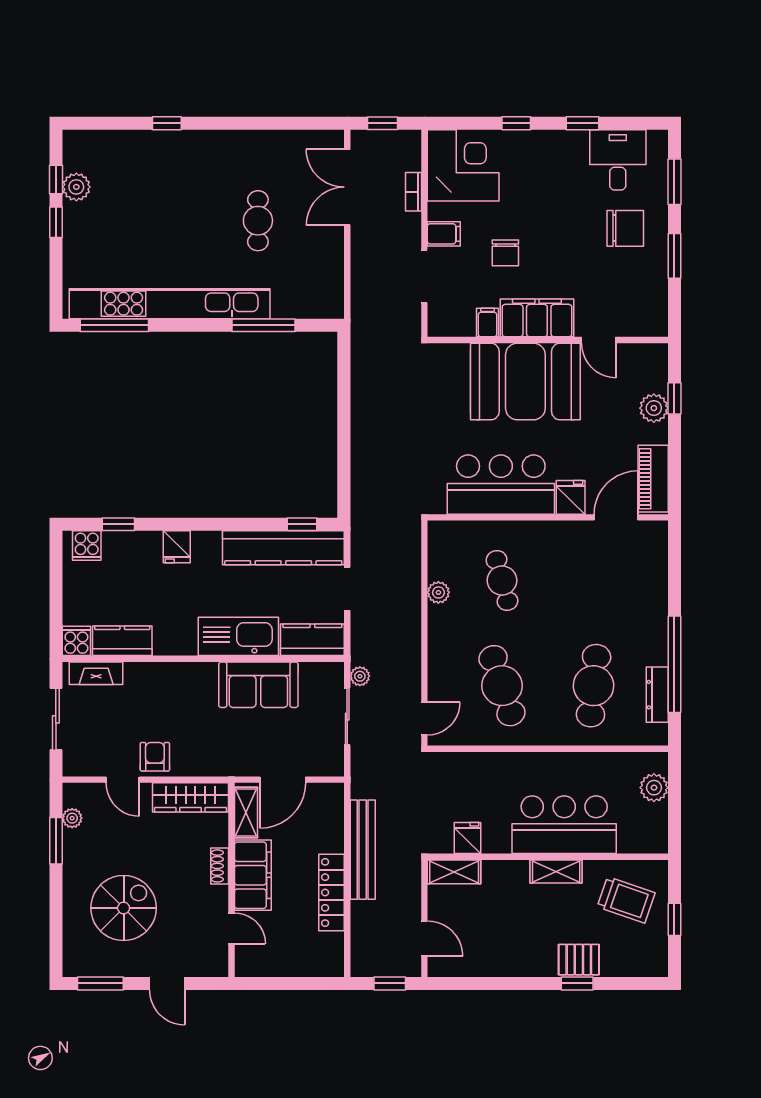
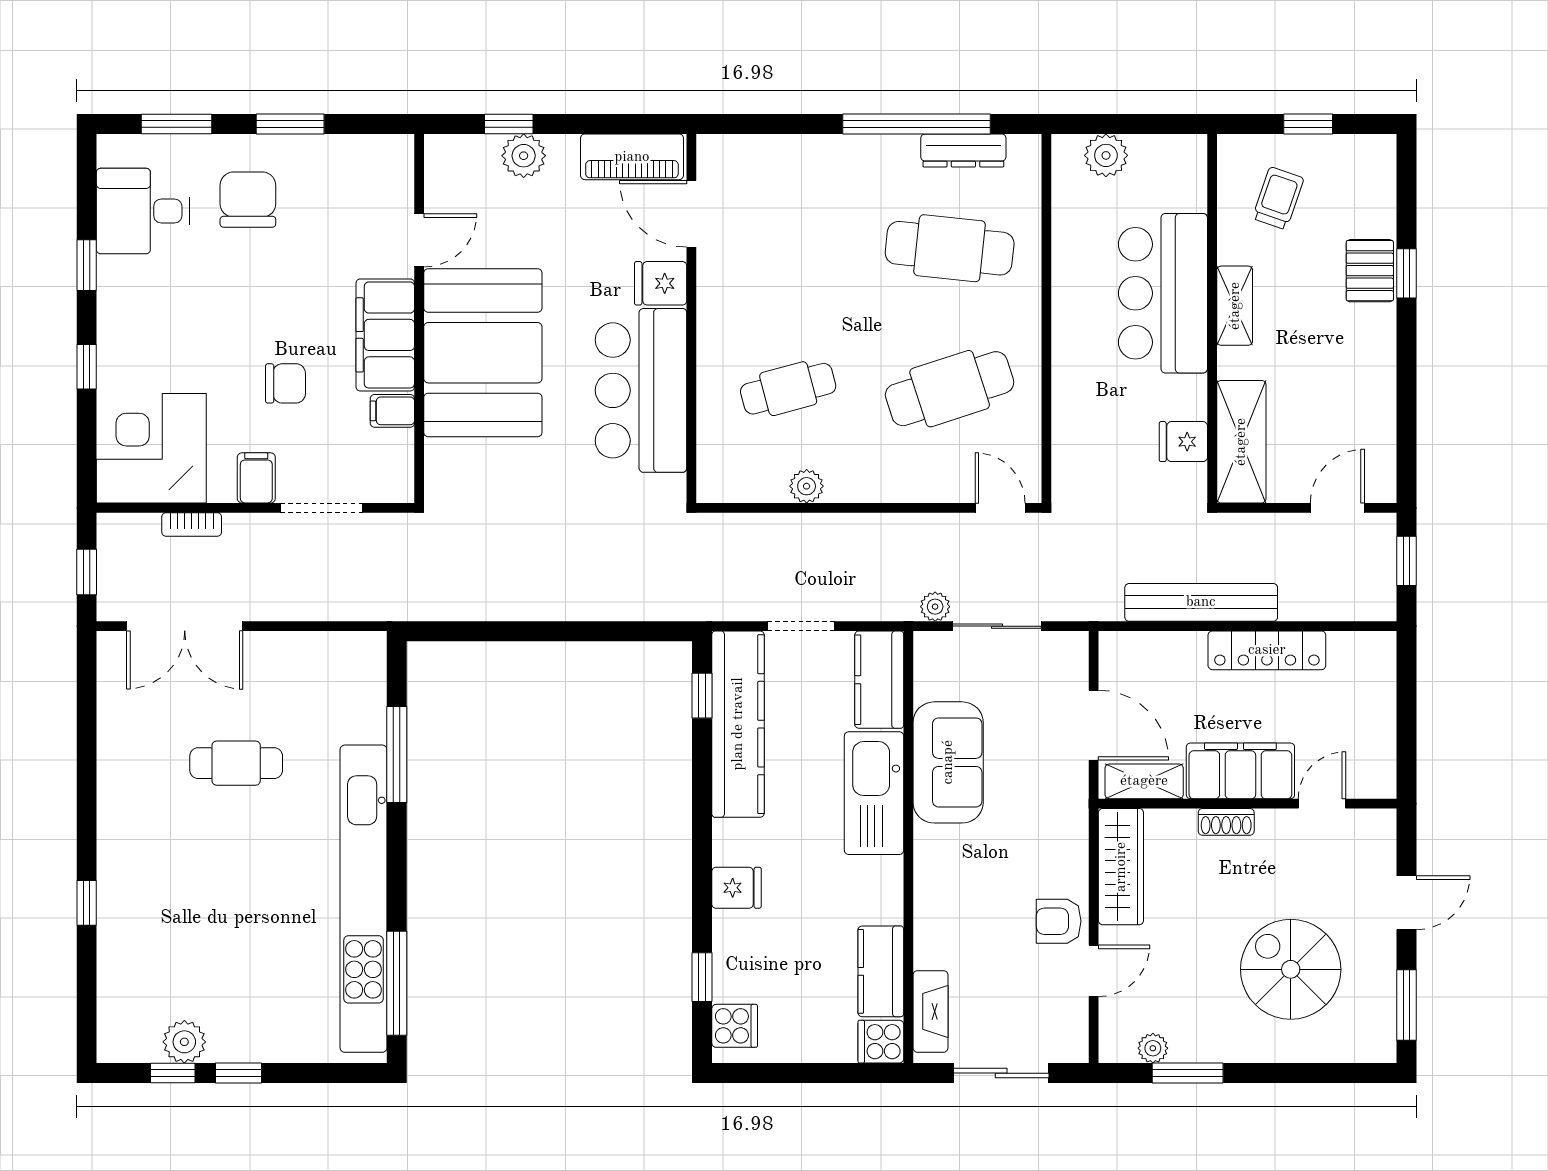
shelving: (454, 872) -> (1241, 442), width x1.50, depth x1.33
trolley: (626, 900) -> (1278, 198), width x0.73, depth x0.72

